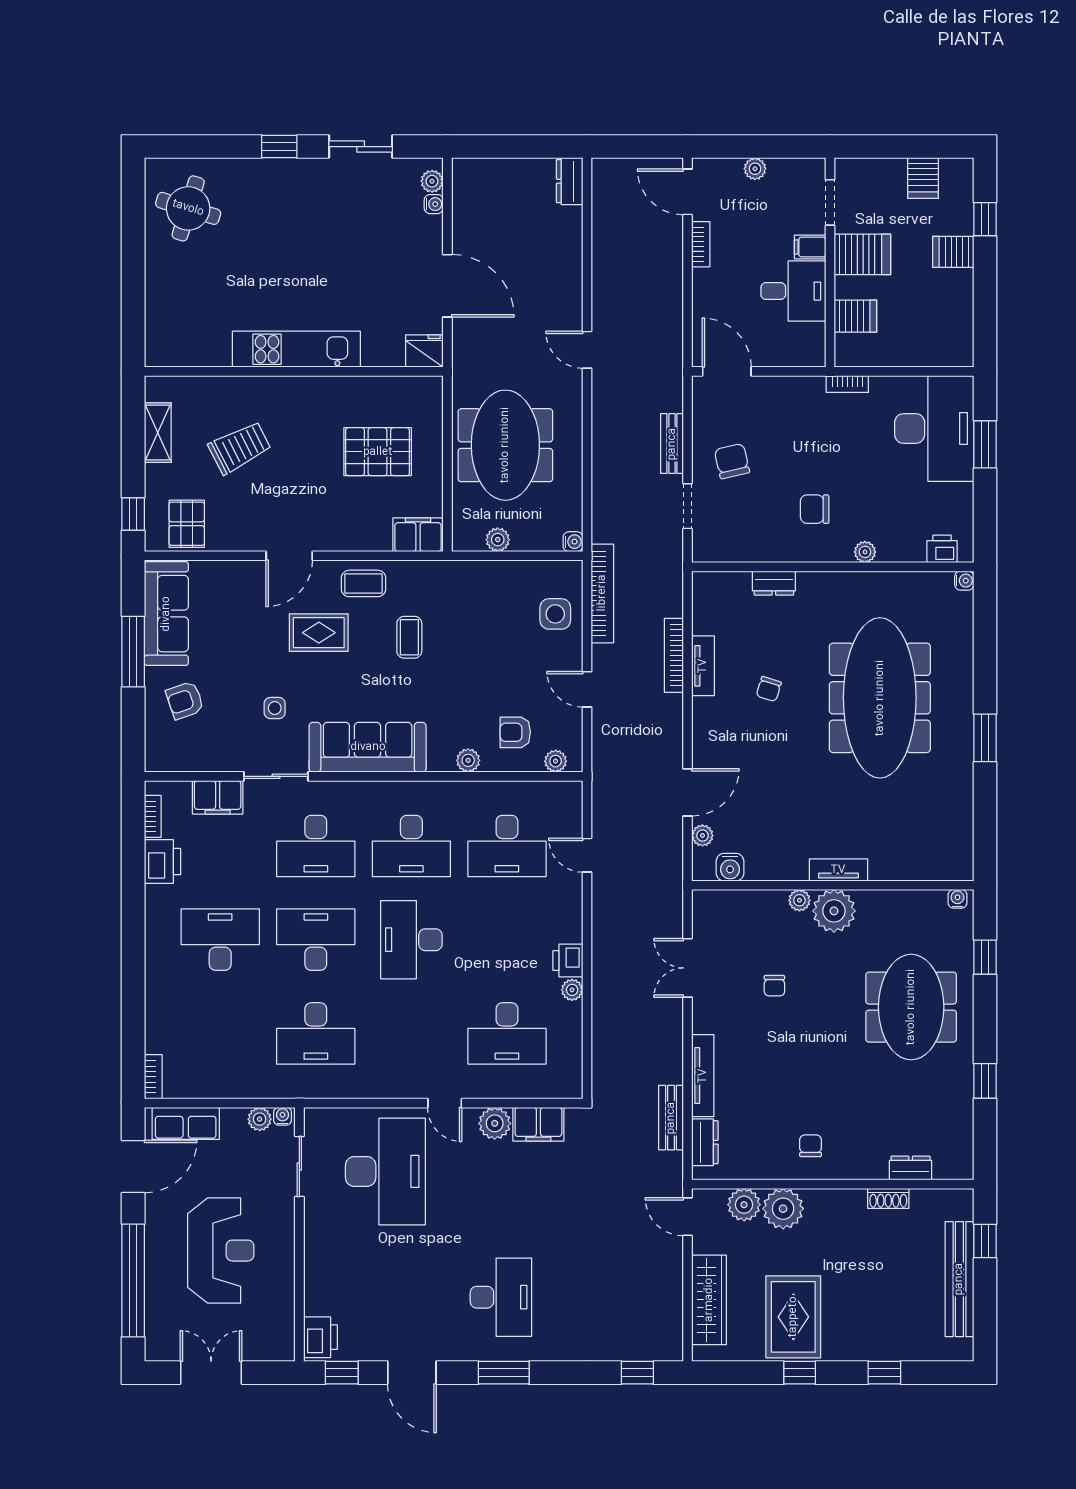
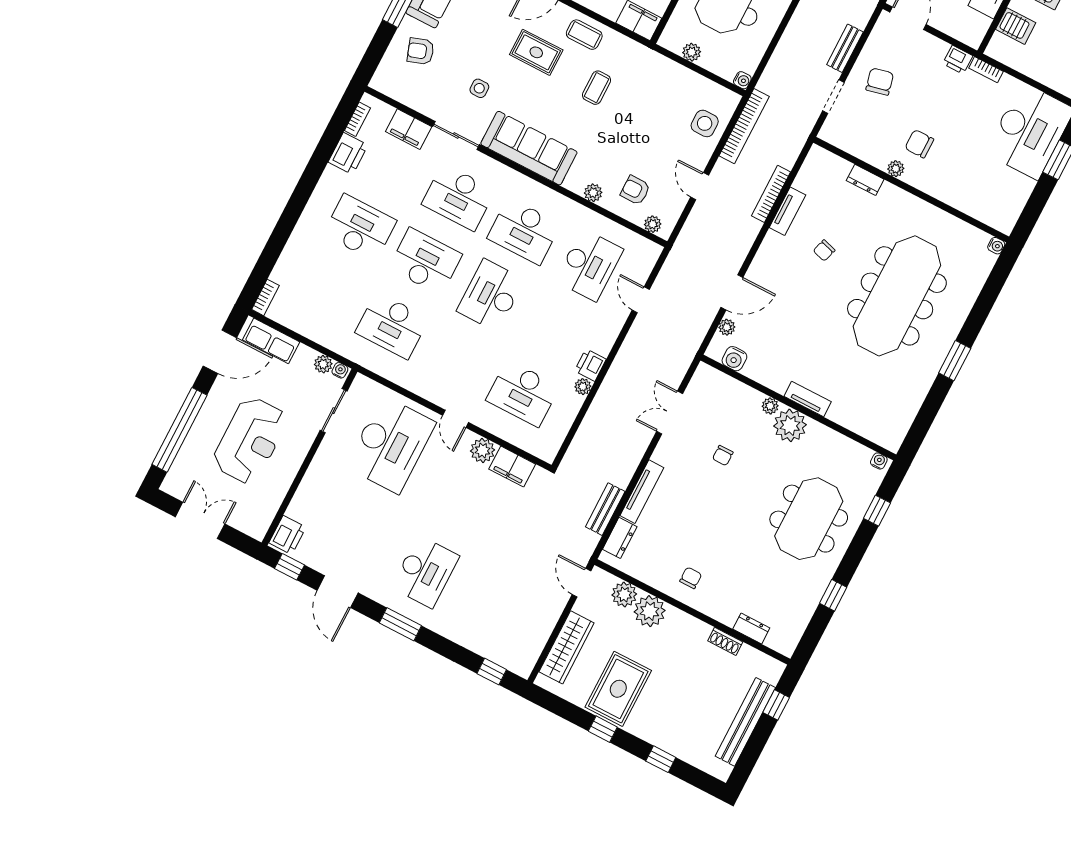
printer: (942, 549) -> (958, 60), moved, turned 180
plant: (865, 552) -> (896, 169), moved
desk: (507, 846) -> (589, 265), turned -90

